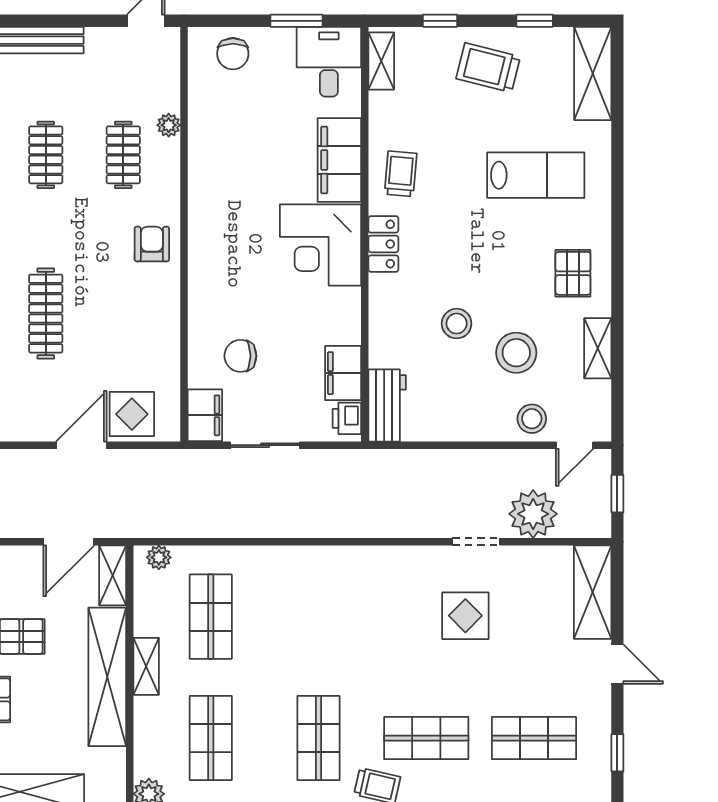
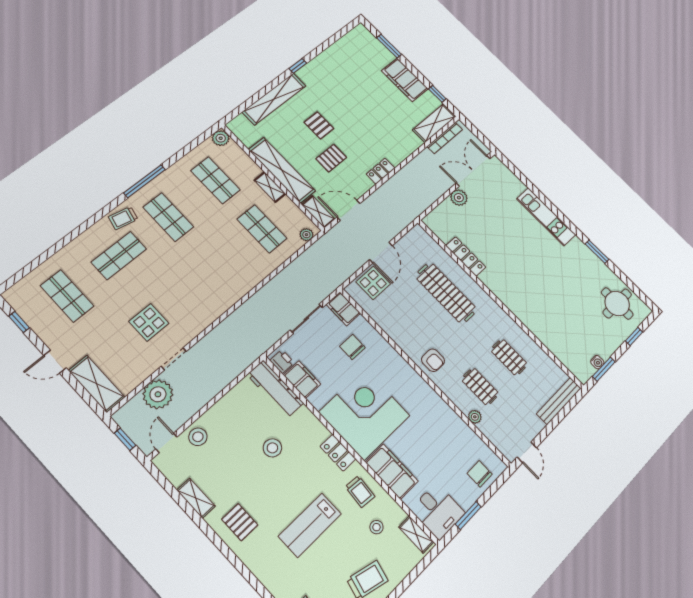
window: (440, 21) -> (409, 580), removed
lab bench: (536, 175) -> (310, 525), moved
corner desk: (321, 245) -> (364, 414), width x1.36, depth x1.36
clothes rail: (46, 314) -> (446, 293), width x1.37, depth x1.31
stool: (516, 353) -> (376, 527), moved, width x0.53, depth x0.53
chair: (240, 356) -> (352, 347), turned -90
workbench: (387, 405) -> (275, 389), width x1.38
door: (69, 542) -> (349, 210), hinge flipped
shop shelf: (534, 738) -> (67, 296), turned 90

